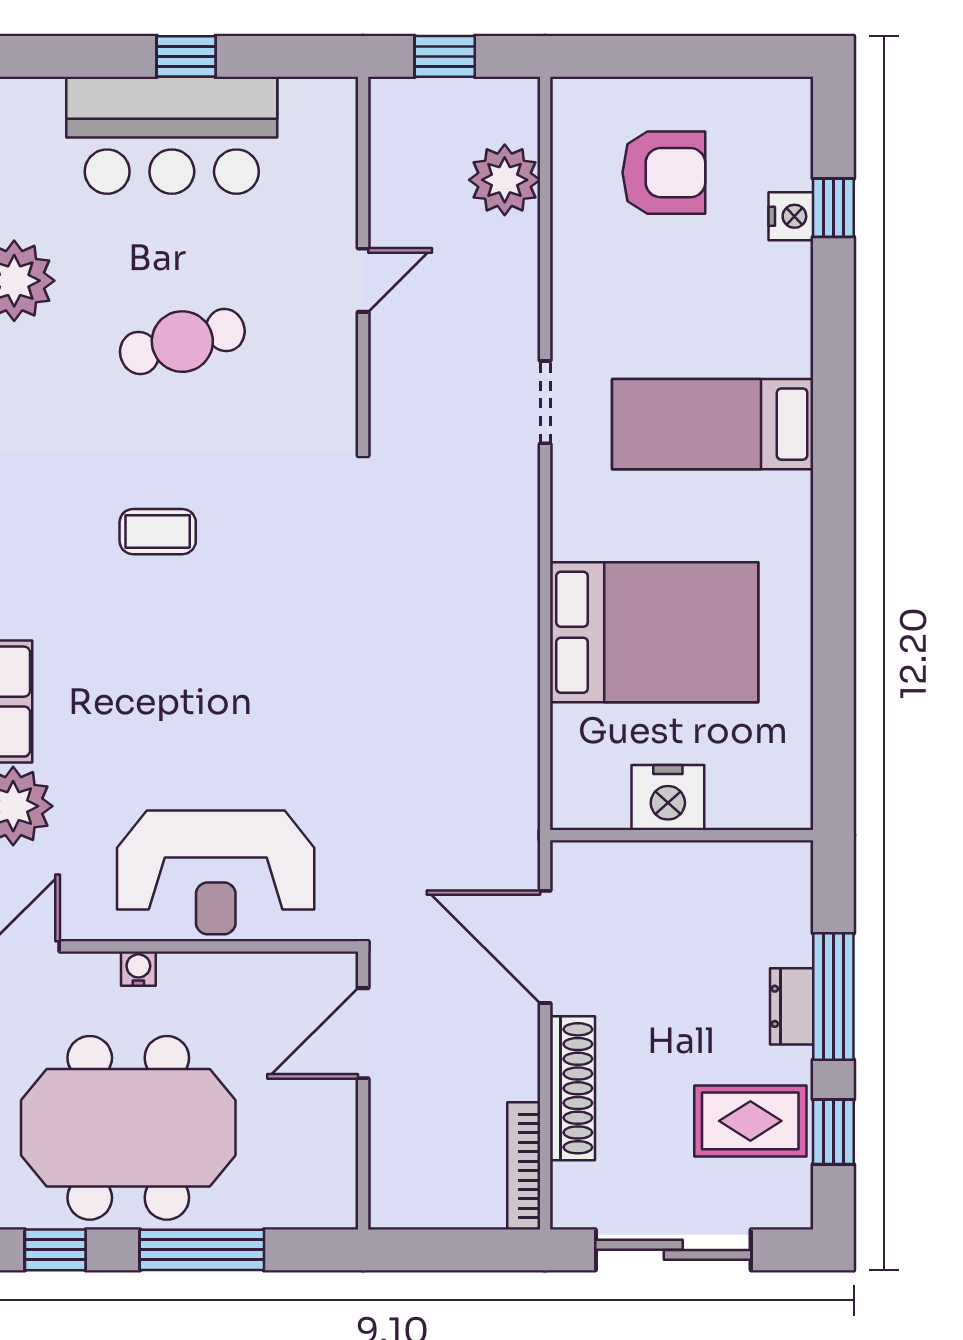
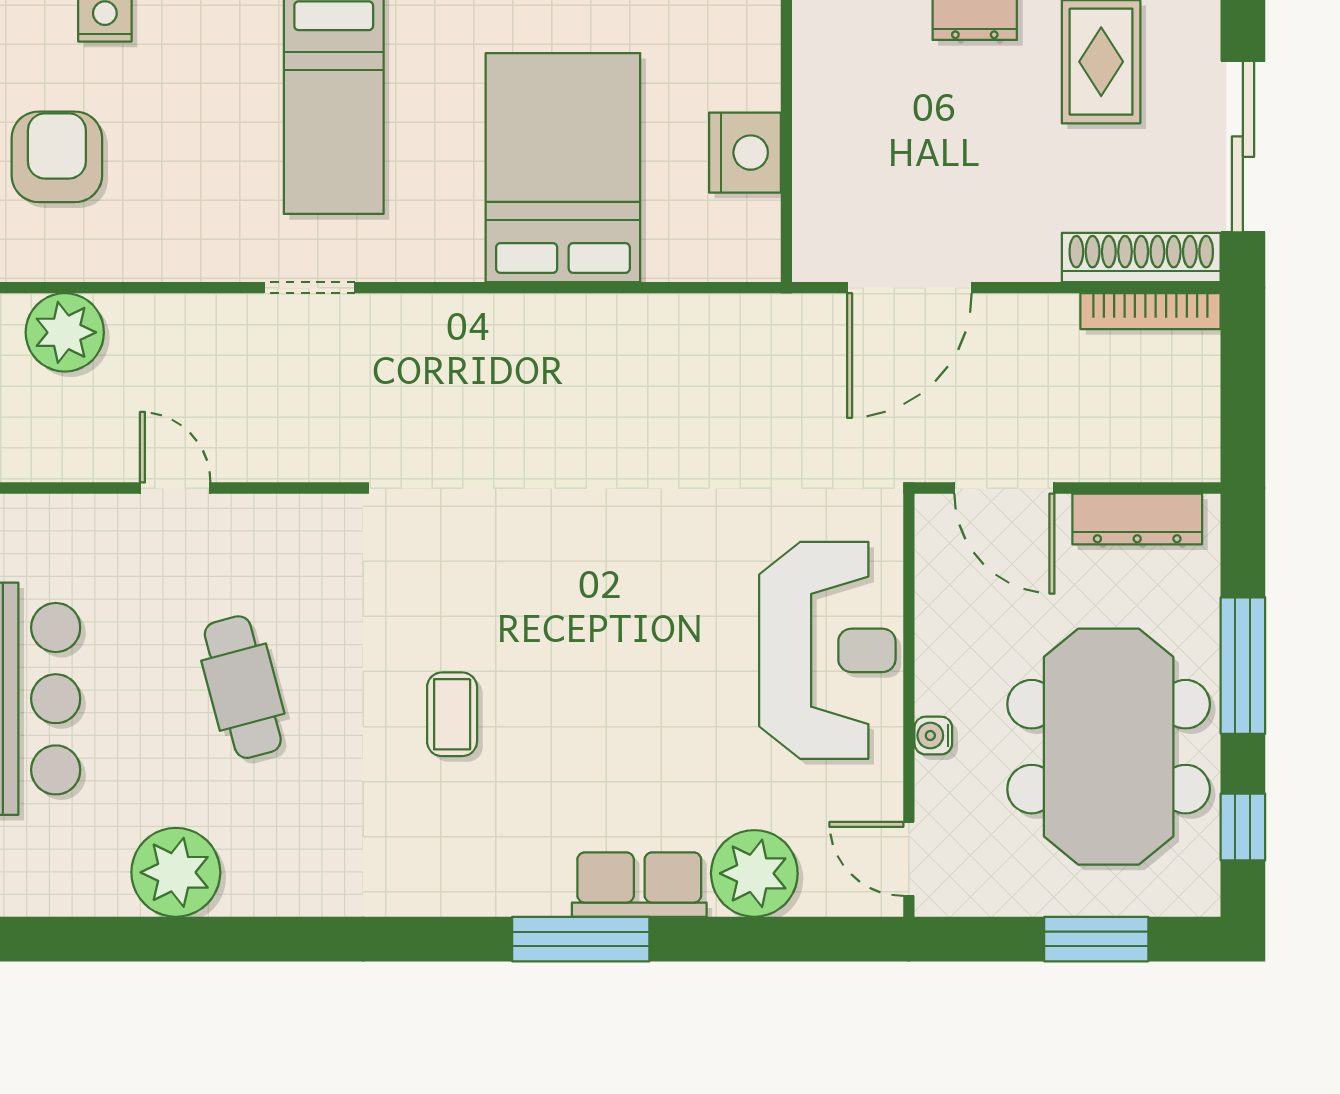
shoe rack: (573, 1088) -> (1141, 258), moved
dresser: (335, 1154) -> (1137, 519), added

